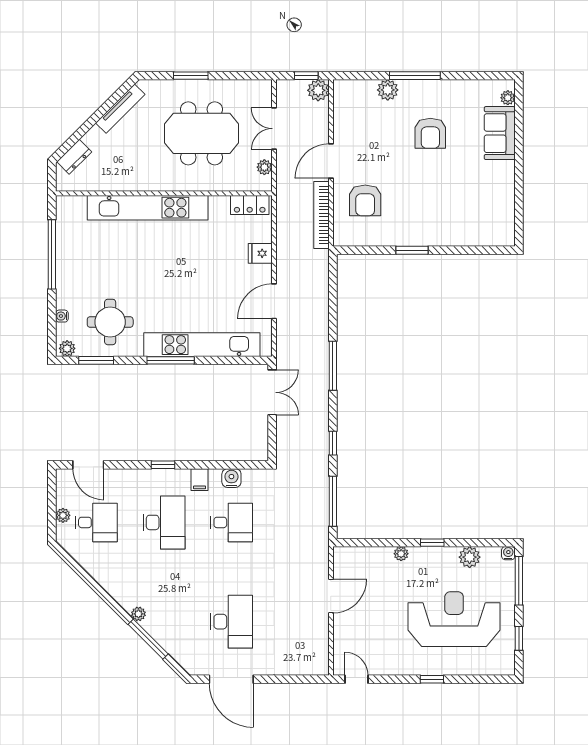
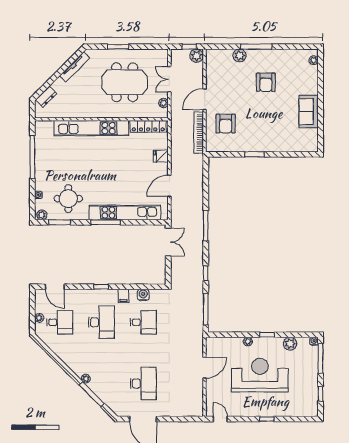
sofa: (500, 133) -> (309, 112), moved
locker: (250, 205) -> (148, 126), width x1.53
reception desk: (454, 619) -> (260, 375), moved

